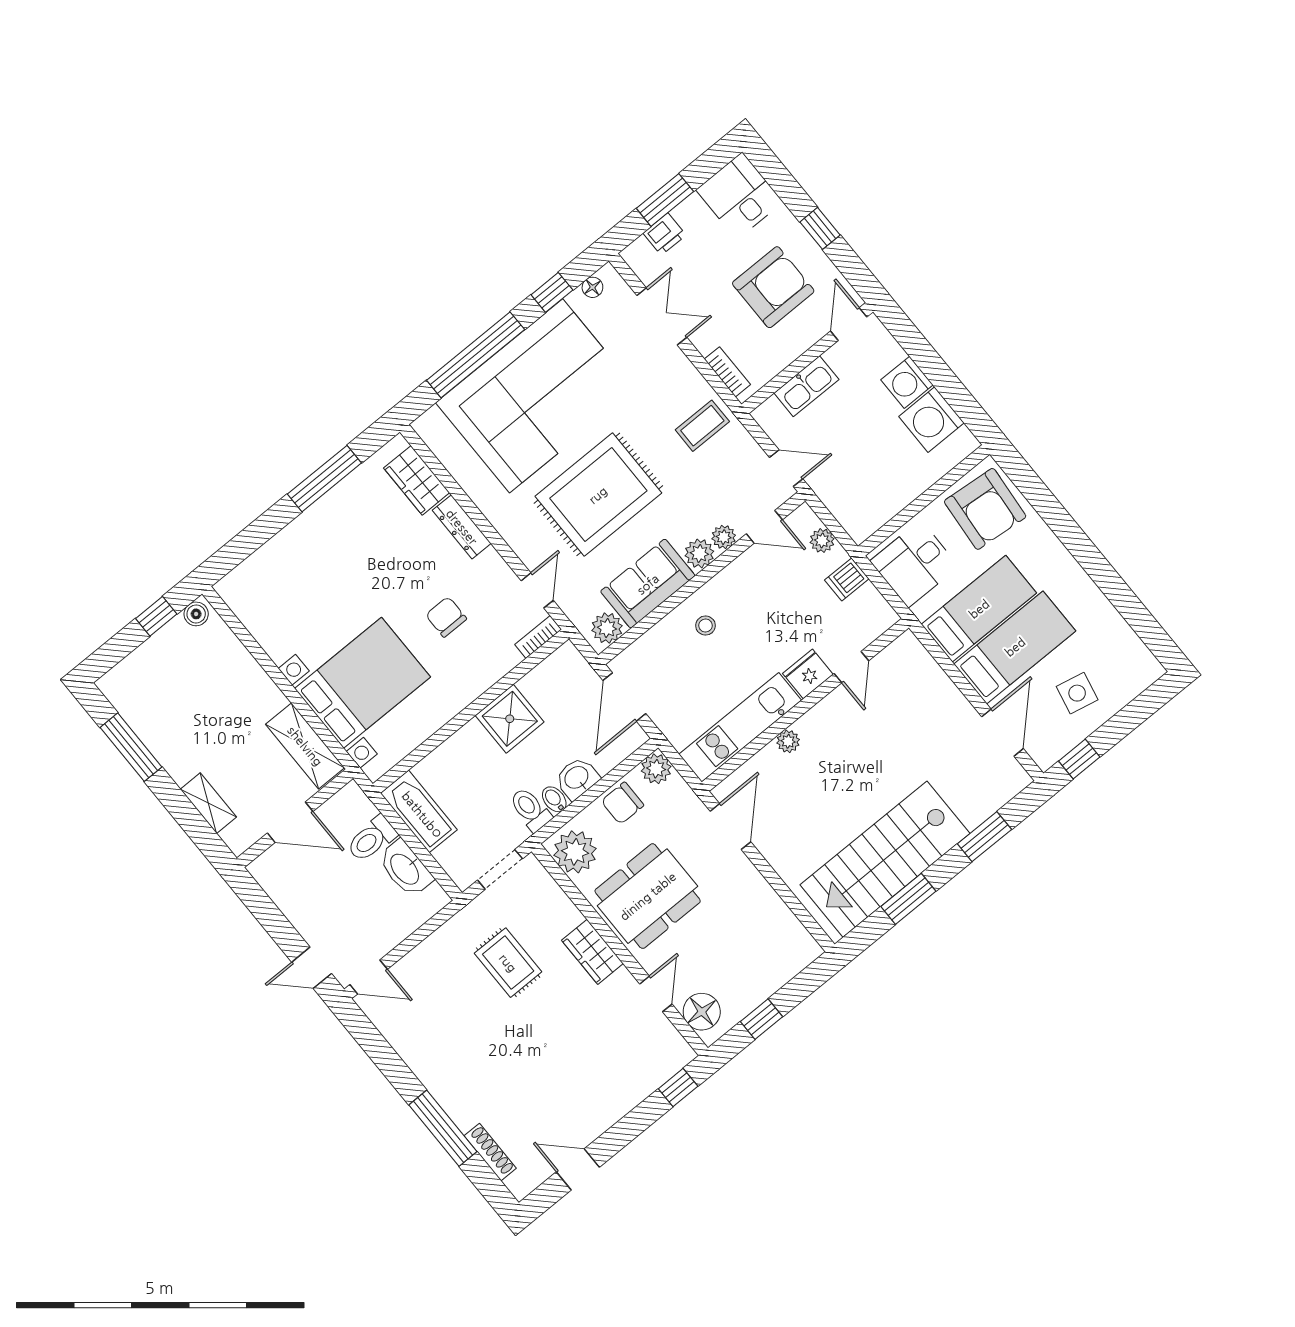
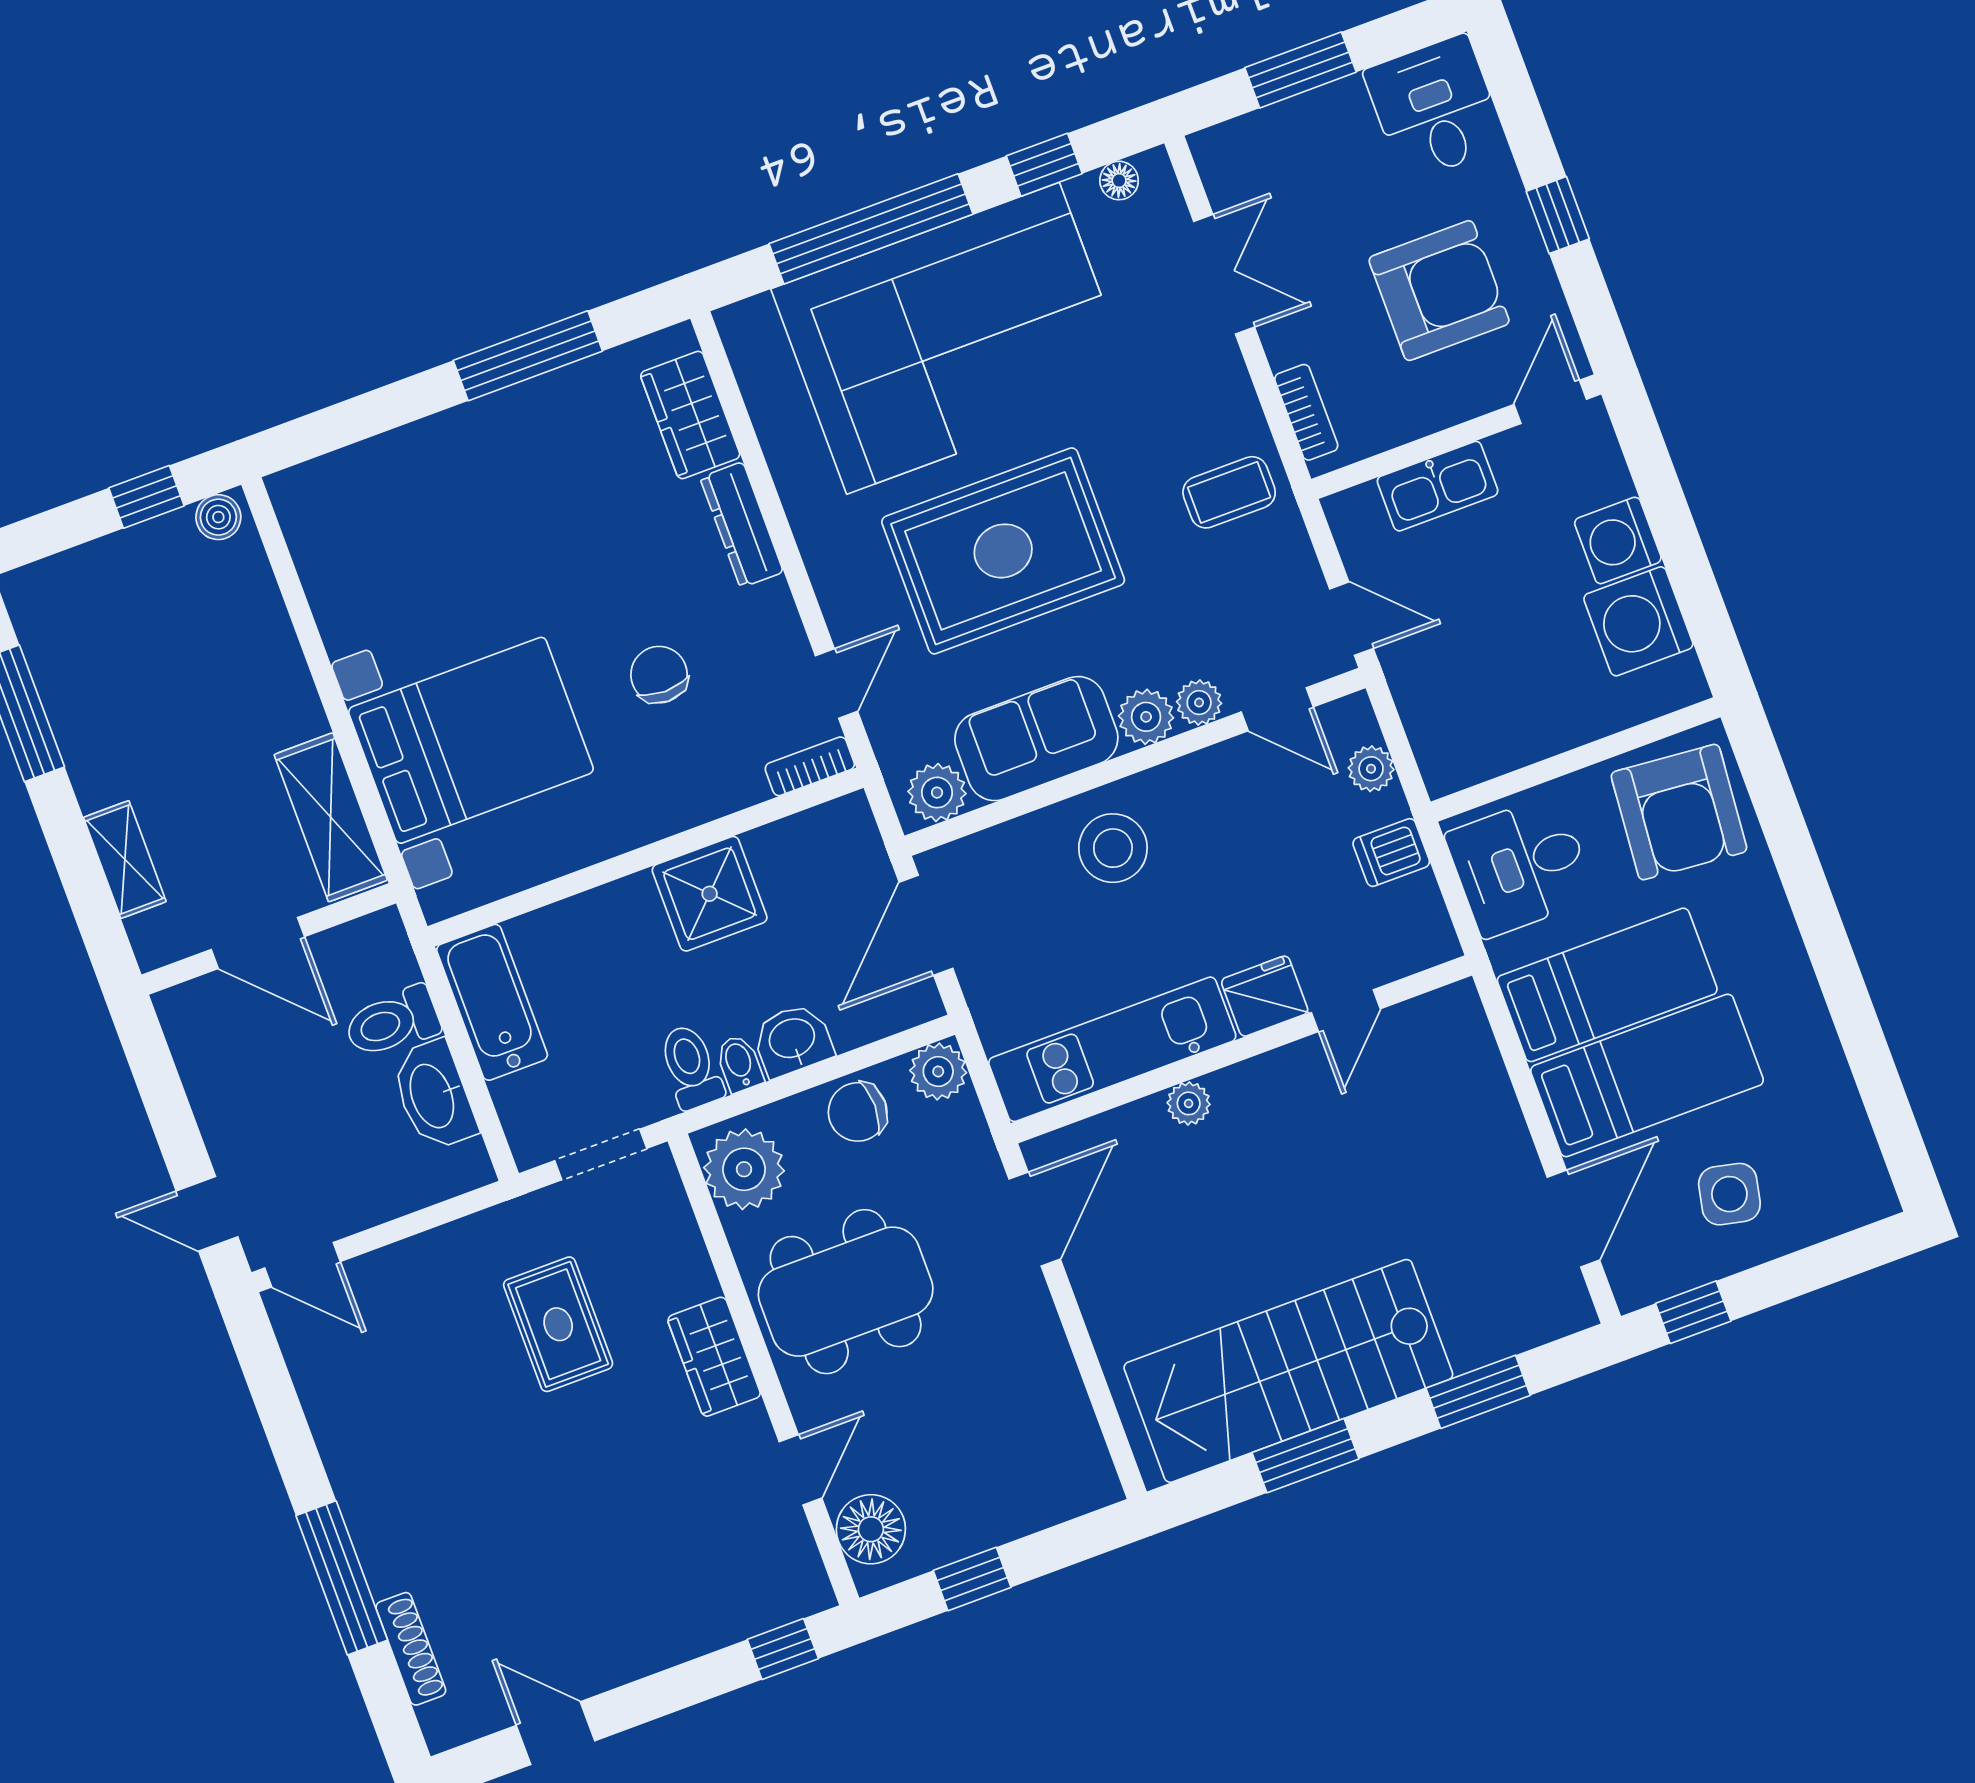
printer: (664, 234) -> (1279, 130), removed
stool: (705, 626) -> (1113, 848), width x1.89, depth x1.89

